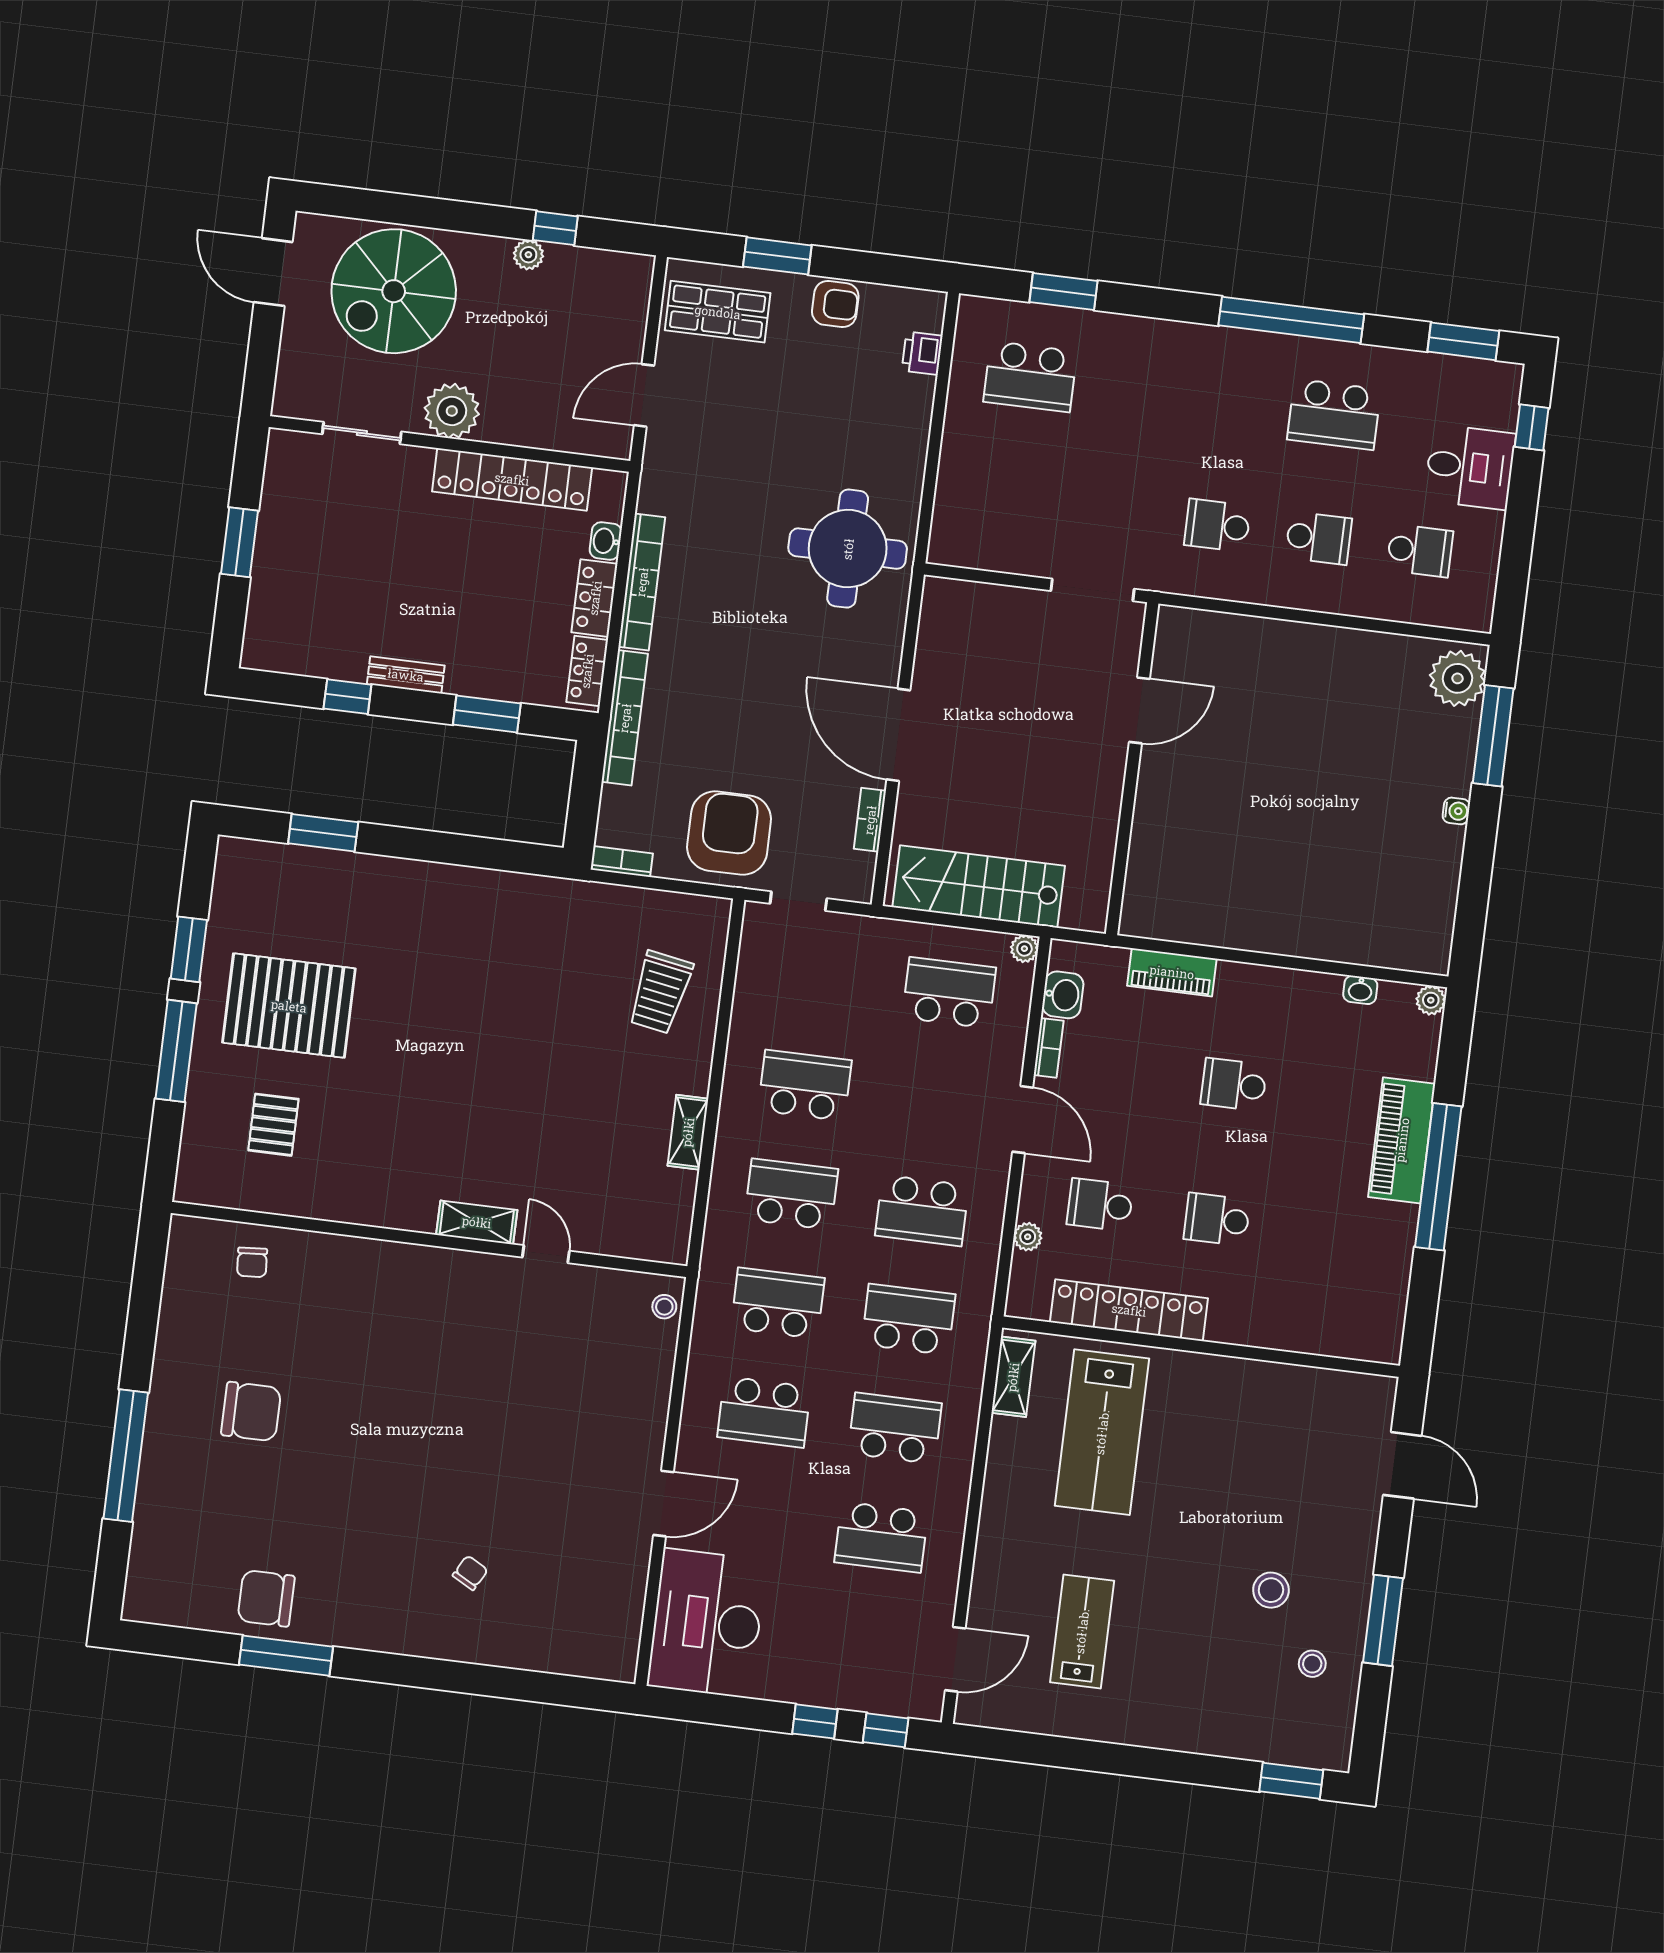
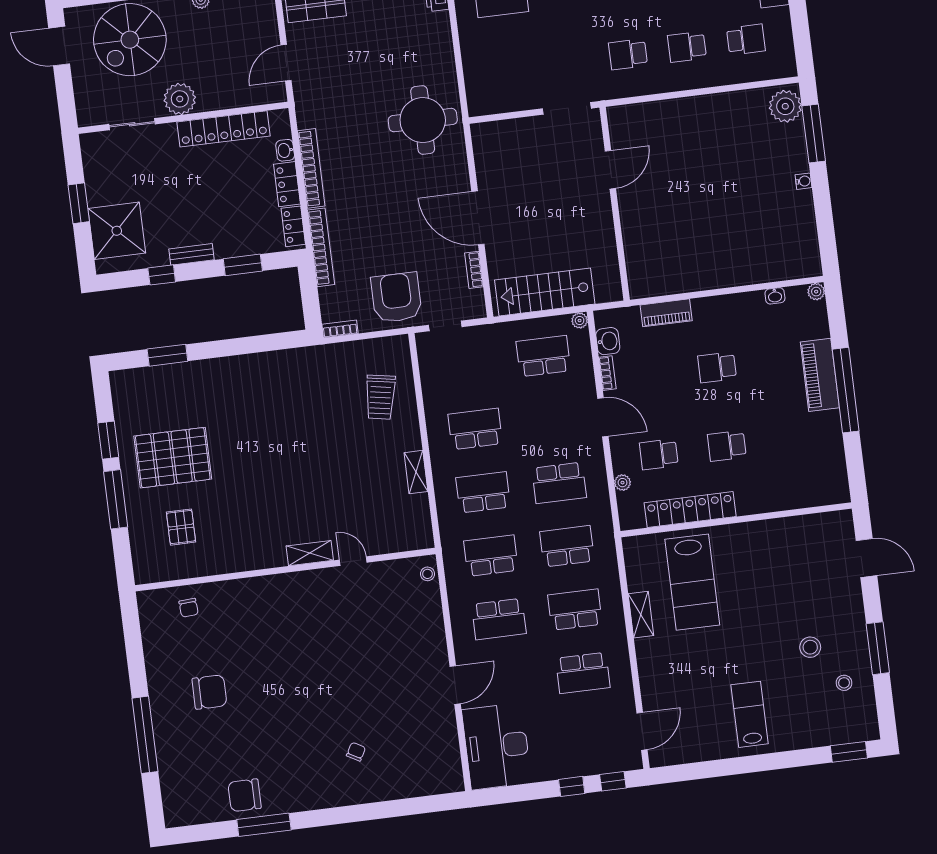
school desk: (1319, 538) -> (687, 47), turned 180
shower: (291, 604) -> (117, 231), added
shelving: (1013, 1377) -> (641, 615), moved
lab bench: (1082, 1631) -> (750, 714), moved

